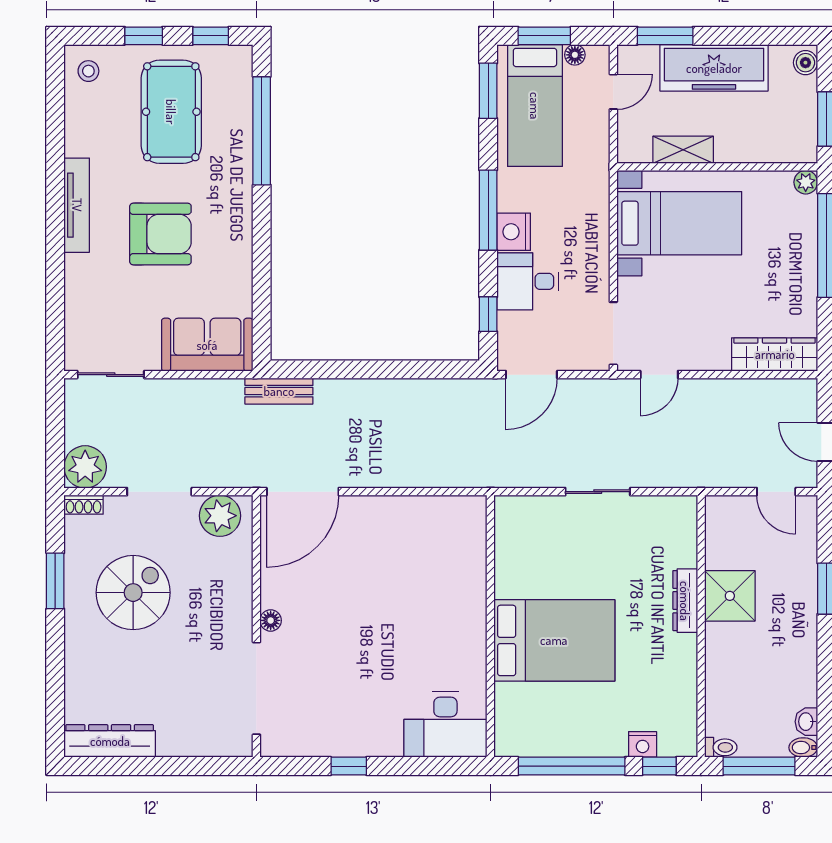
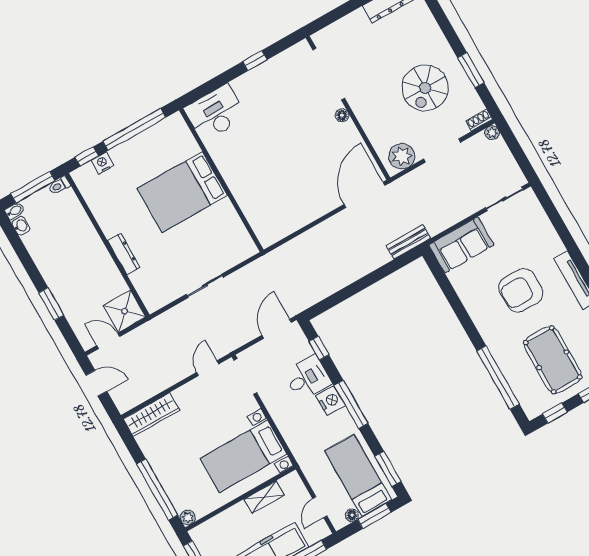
plant: (85, 467) -> (492, 133), width x0.53, depth x0.53
shower: (730, 596) -> (124, 311), moved

